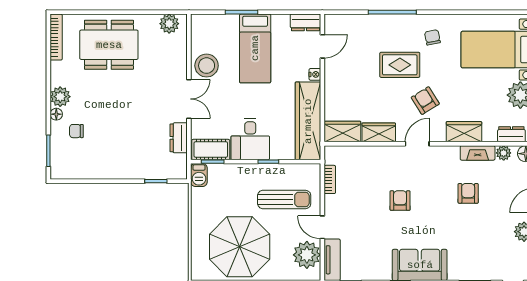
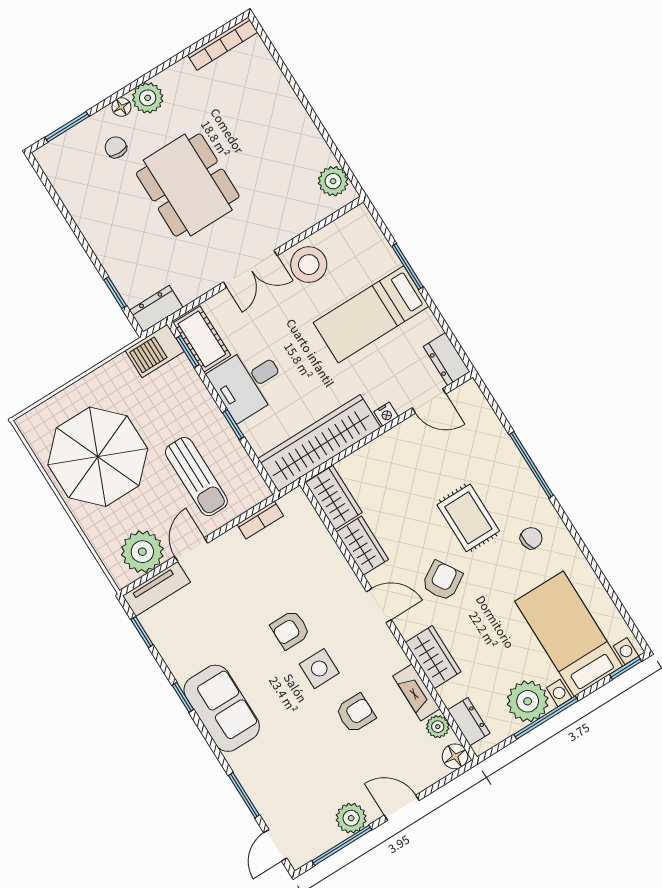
dining table: (109, 45) -> (188, 185), moved
dresser: (179, 138) -> (156, 309), moved
barbecue: (199, 175) -> (155, 351), width x1.38, depth x1.27
side table: (431, 198) -> (319, 669), added
armchair: (400, 201) -> (290, 630), turned 180

